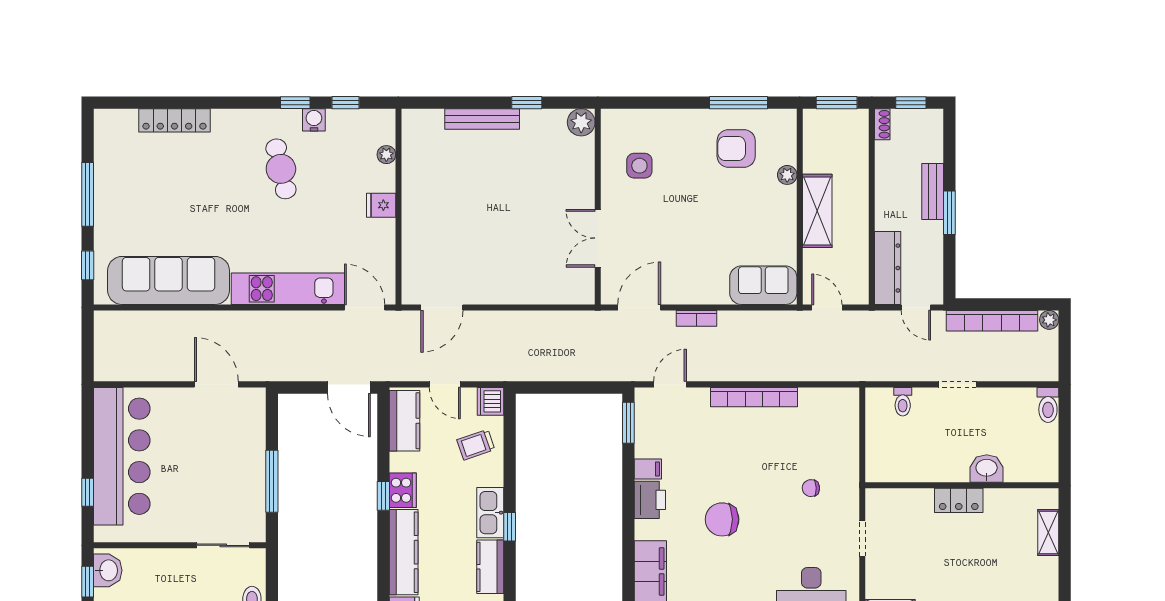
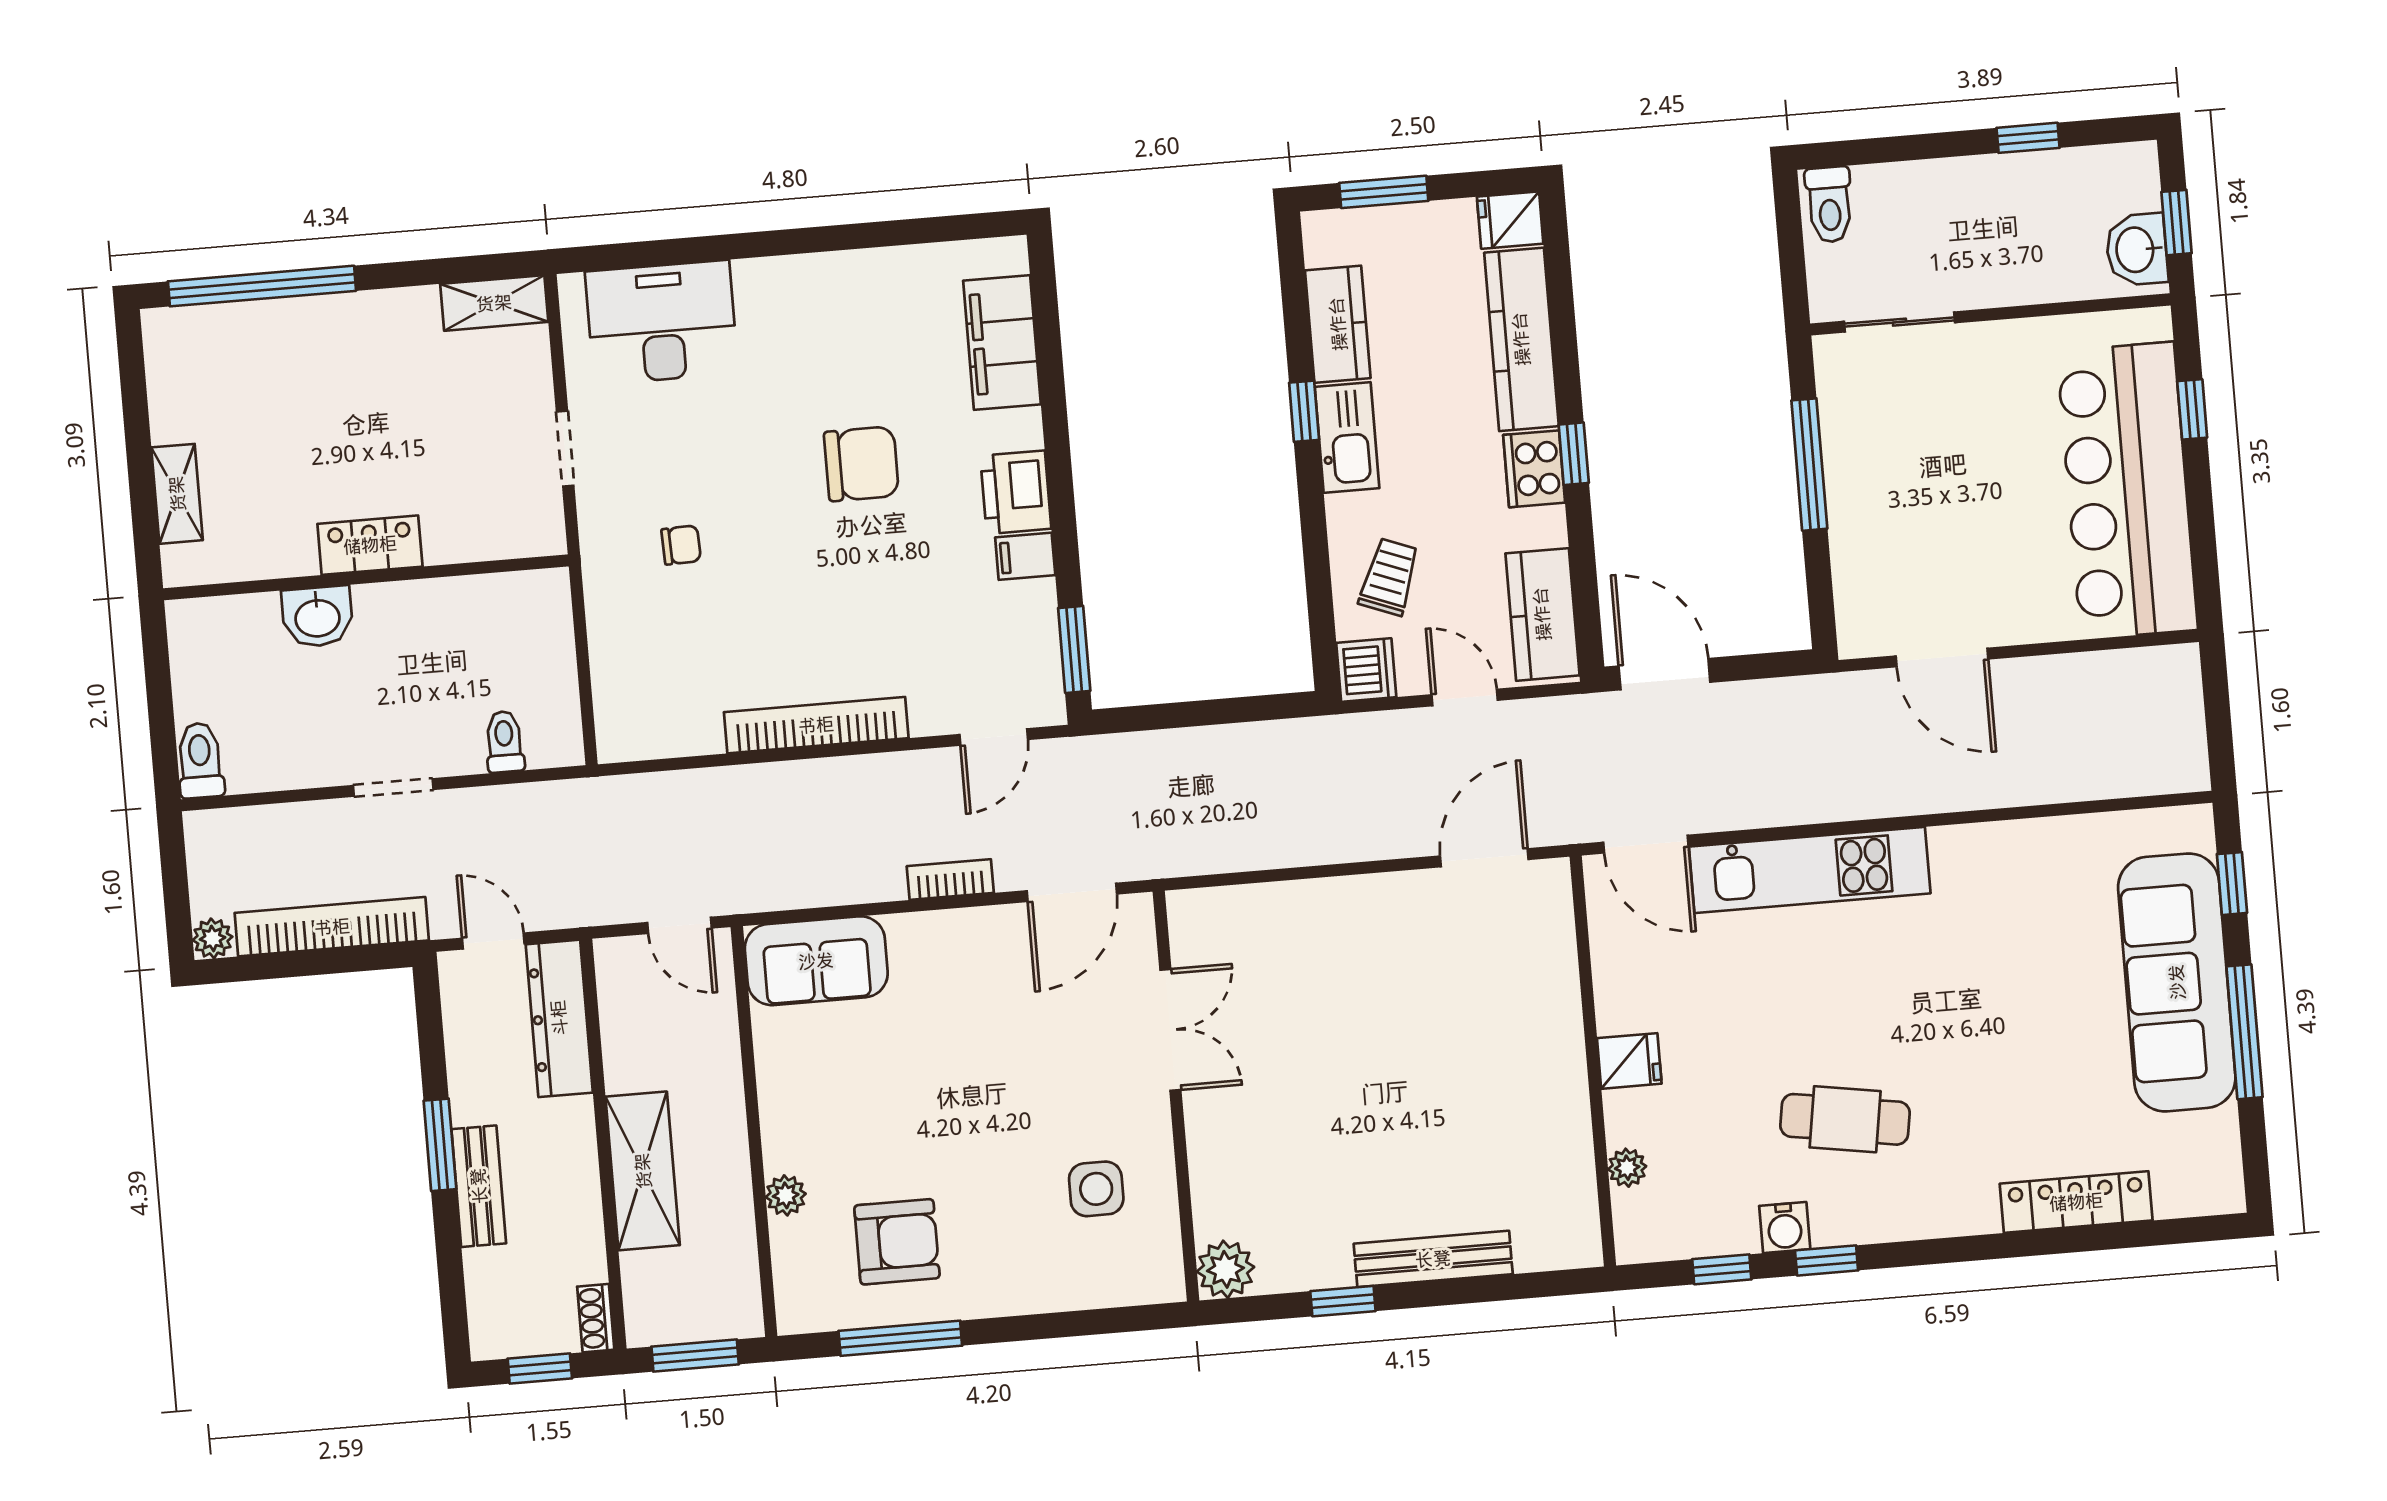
cafe table: (281, 169) -> (1845, 1119), turned -68
shelving: (817, 211) -> (643, 1171), moved
sofa: (169, 280) -> (2177, 982), moved, turned 90
trolley: (476, 445) -> (1389, 577), turned -50

